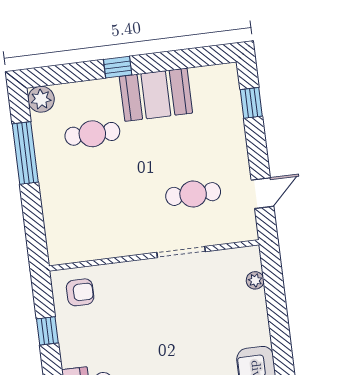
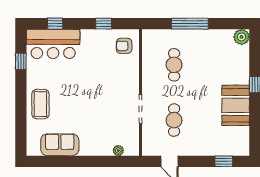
cafe table: (92, 134) -> (174, 65), moved
window: (25, 153) -> (190, 24), moved
armchair: (80, 292) -> (124, 46), turned 90

